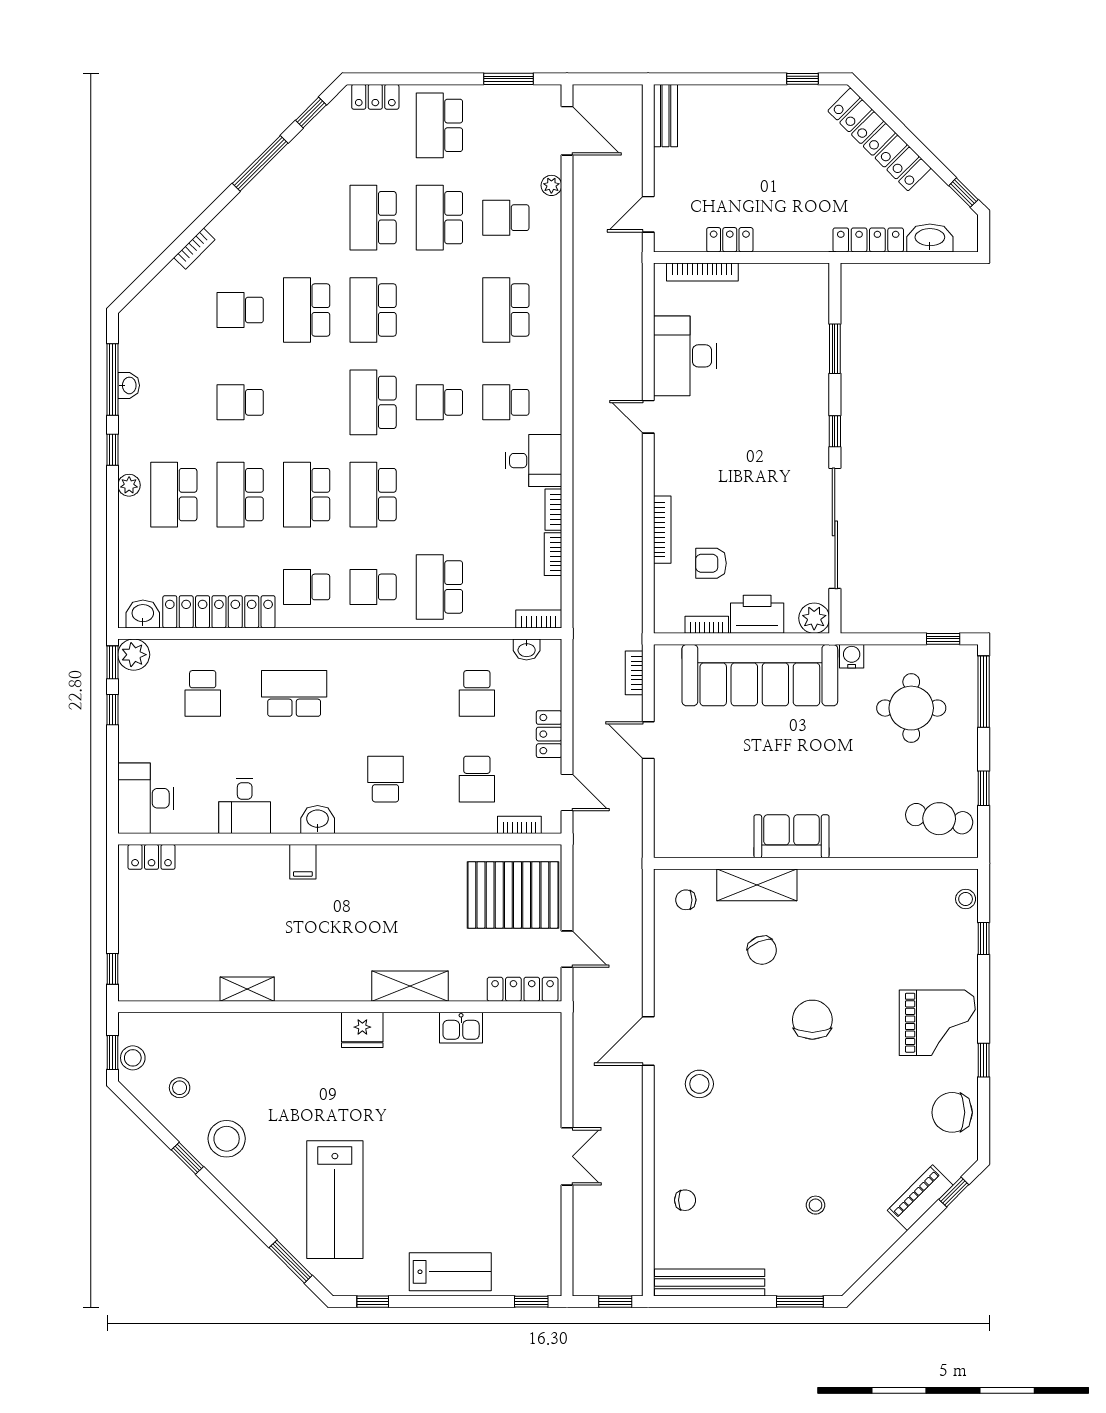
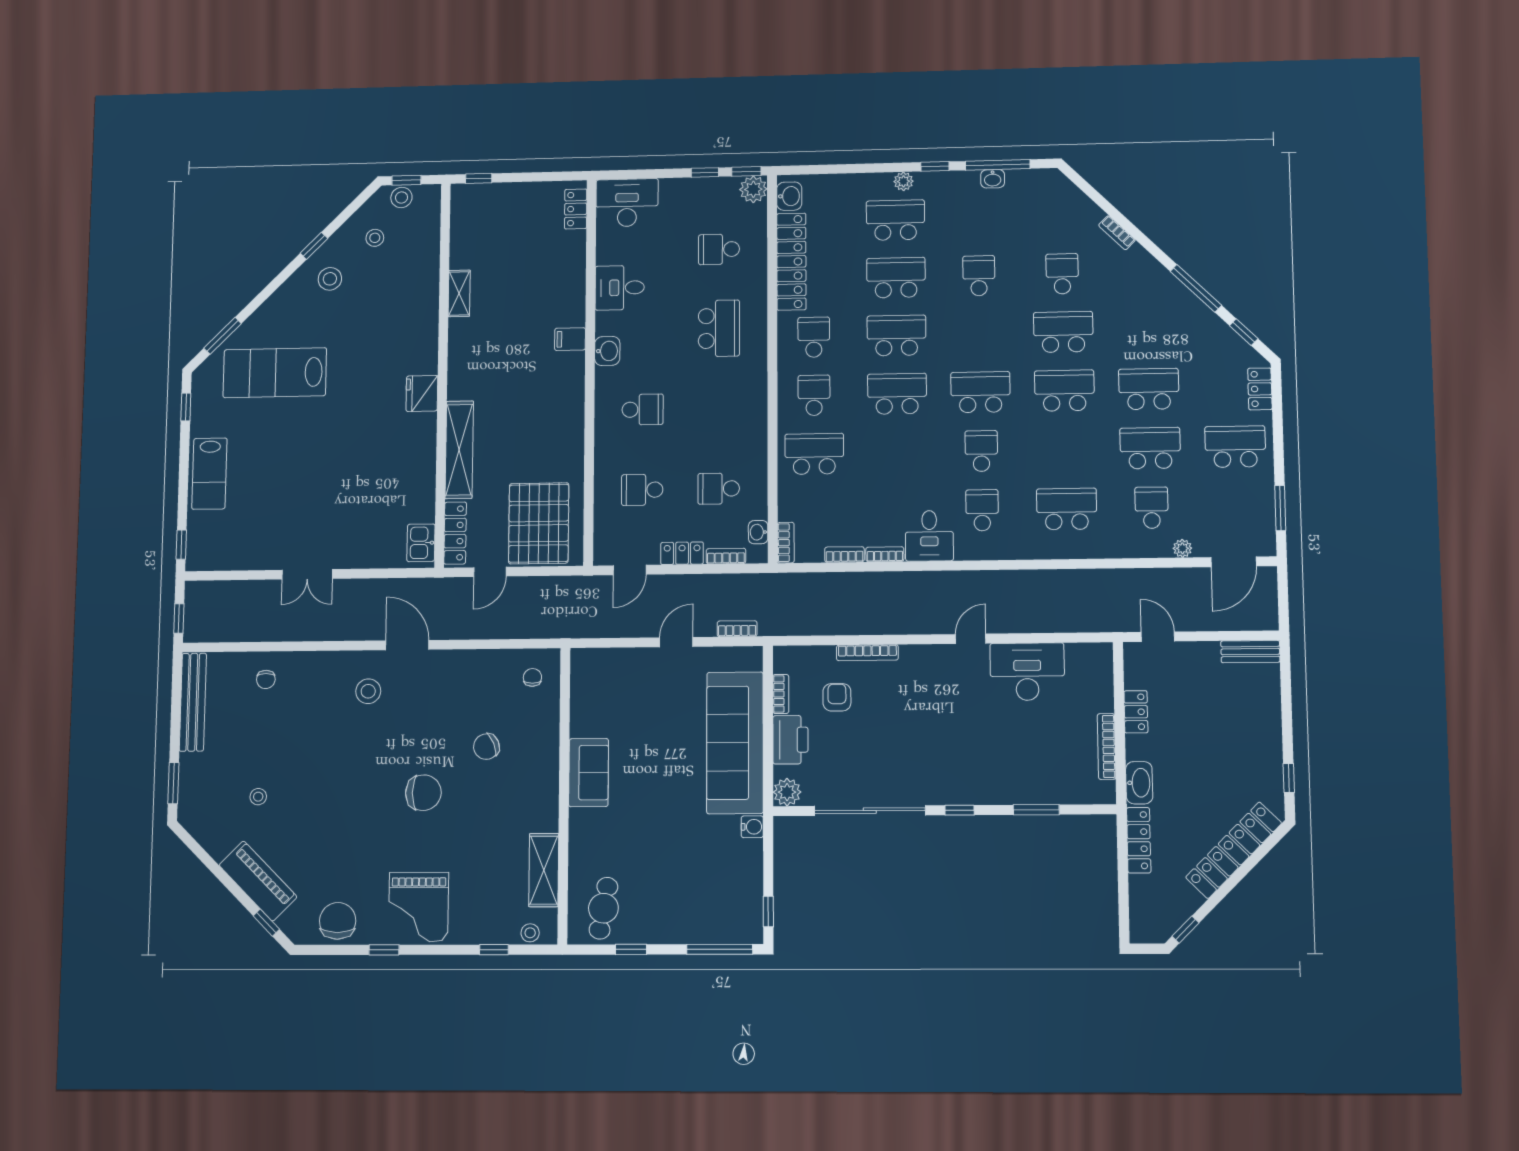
washbasin: (930, 238) -> (1139, 783), moved
bookcase: (702, 272) -> (1107, 746), moved
round table: (911, 708) -> (705, 882), removed
bookcase: (519, 825) -> (726, 556), moved, turned -90
shelving: (757, 885) -> (544, 870), moved
shelving: (410, 986) -> (459, 450), width x1.47
kitchen sink: (461, 1028) -> (421, 543), moved
stool: (227, 1139) -> (330, 279), width x0.73, depth x0.73
piano: (920, 1198) -> (258, 881), width x1.37, depth x1.33

